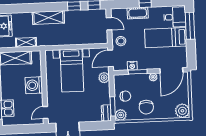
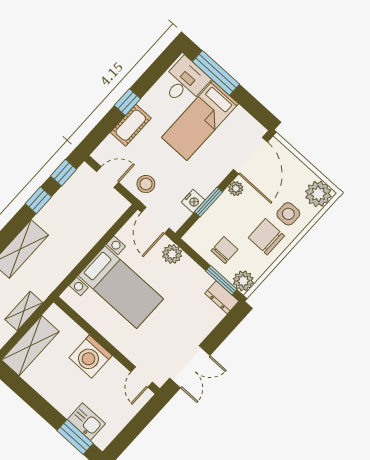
chair: (146, 107) -> (266, 237), turned 180
side table: (163, 107) -> (288, 214), added

